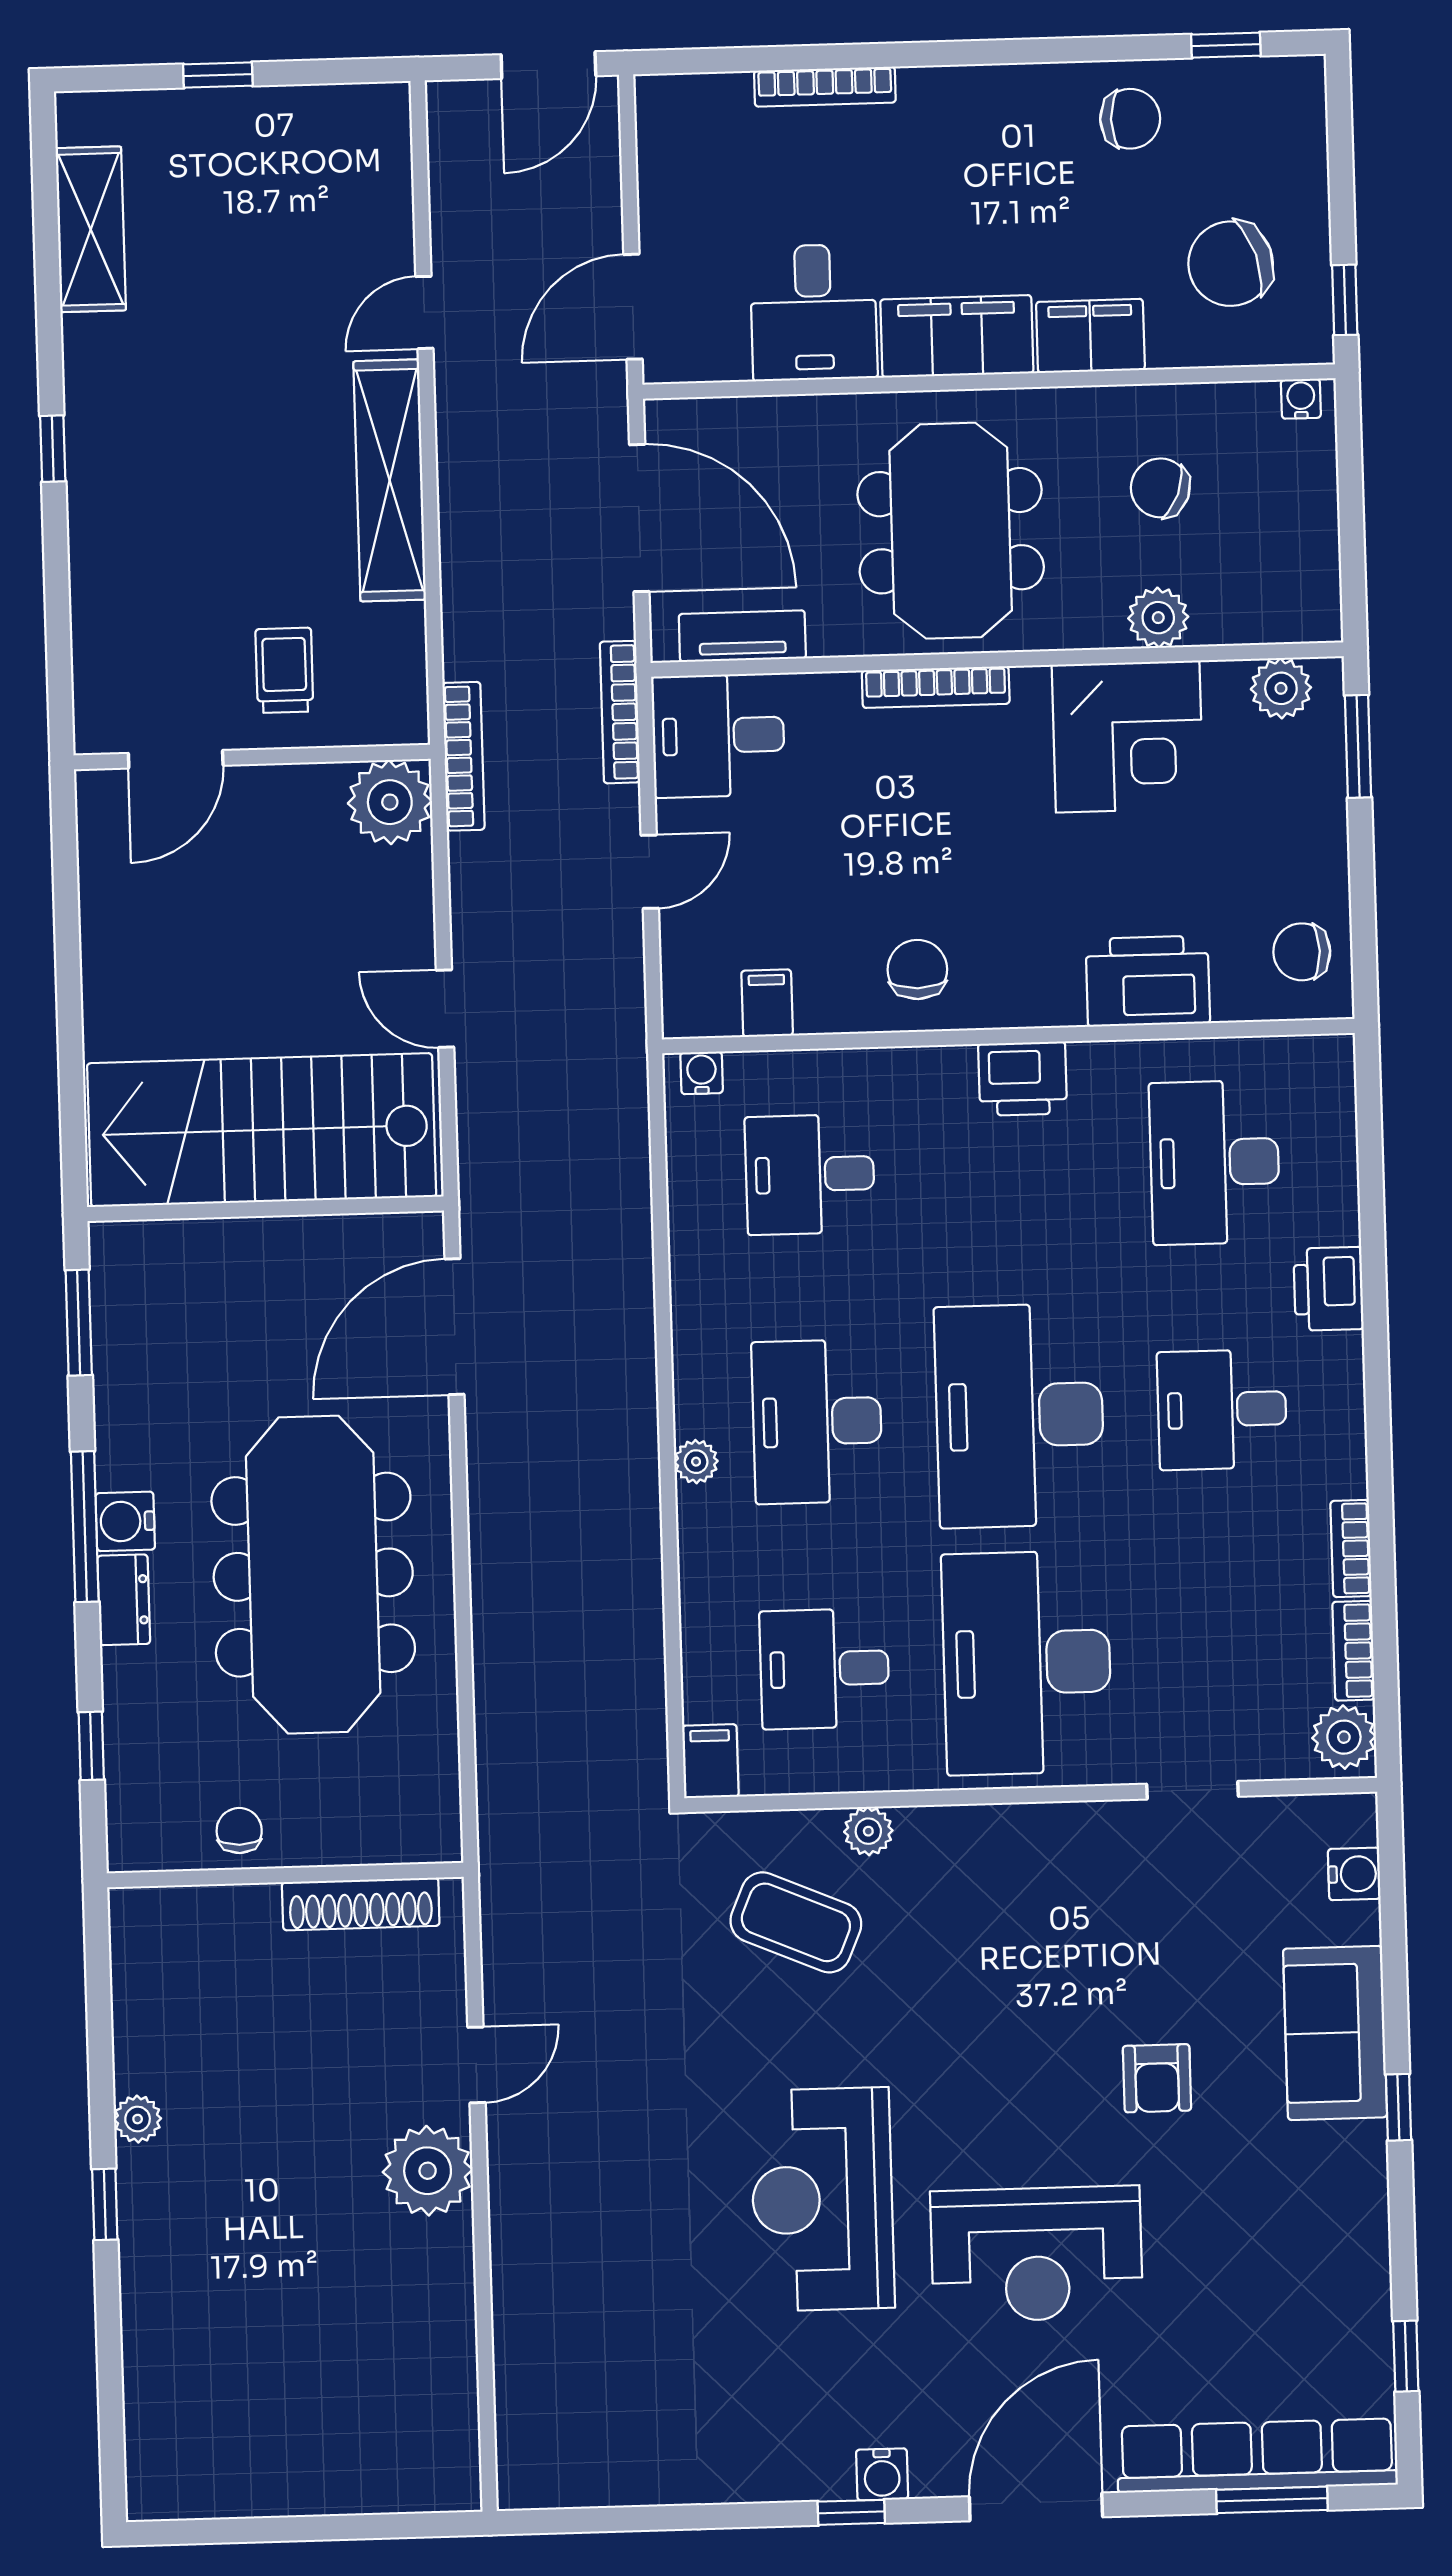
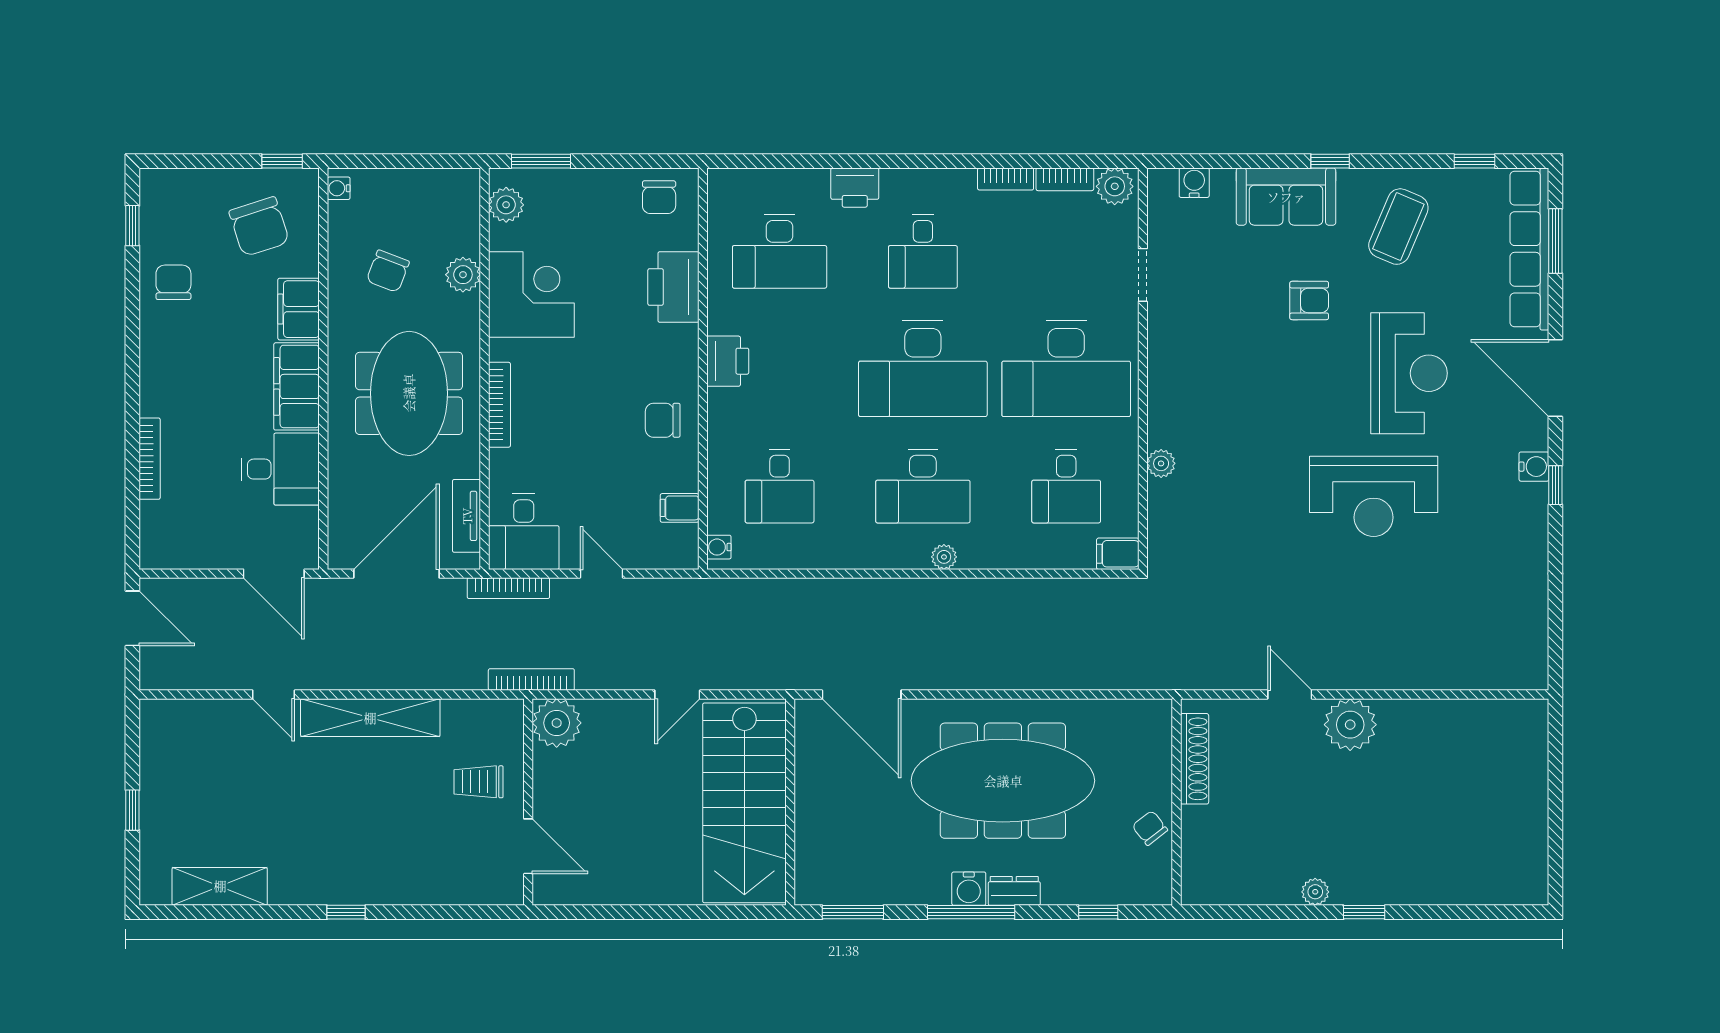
meeting table: (951, 531) -> (409, 393), turned 90
chair: (239, 1831) -> (1150, 828), turned 52
coffee table: (796, 1922) -> (1398, 227), moved

